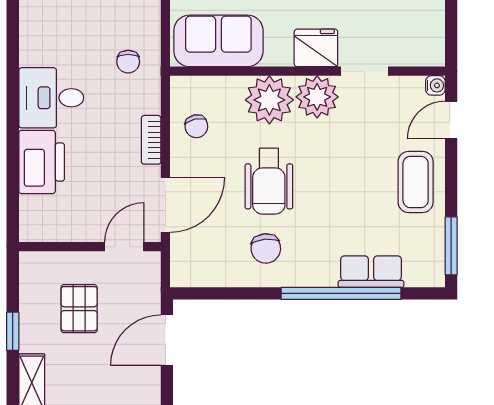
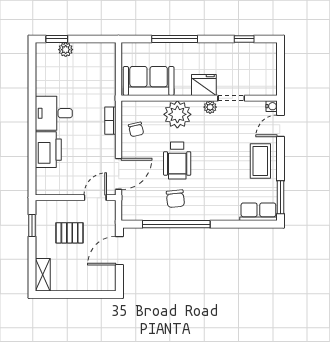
chair: (128, 62) -> (97, 93), removed
plant: (317, 97) -> (210, 107), width x0.53, depth x0.53
bookcase: (151, 140) -> (110, 121), moved
row of seats: (371, 272) -> (258, 212), moved
window: (341, 293) -> (176, 224), moved
pallet: (79, 309) -> (70, 233), turned 90
window: (13, 331) -> (32, 226), moved

